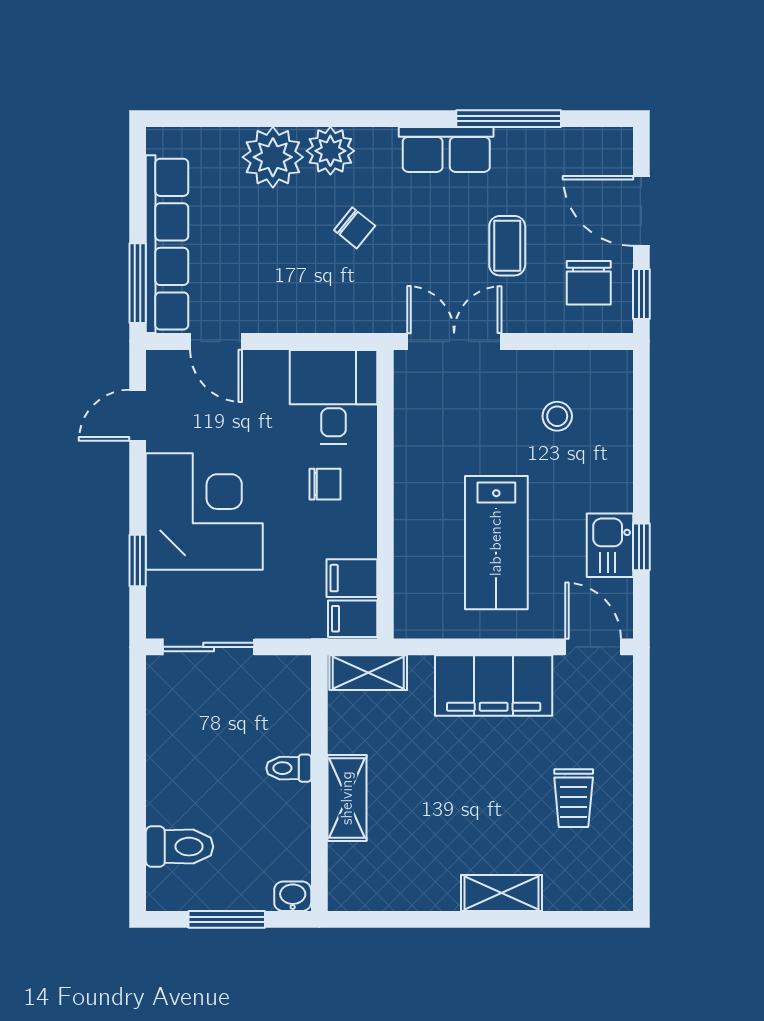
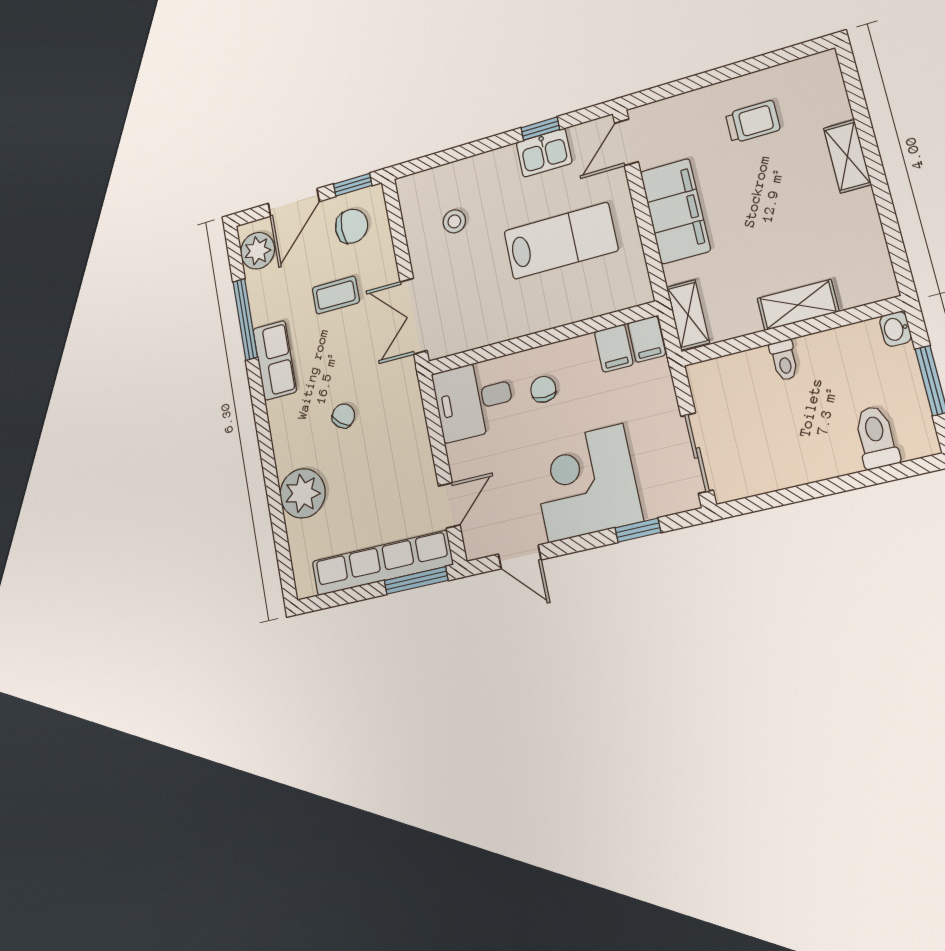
plant: (330, 151) -> (258, 251), moved

